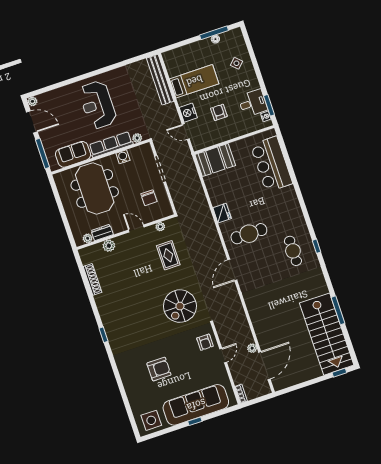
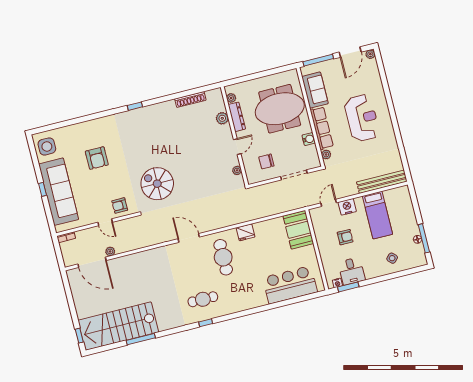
reception desk: (97, 105) -> (362, 118), turned 90
dresser: (102, 233) -> (237, 117), width x1.44
rug: (168, 255) -> (208, 176), removed

